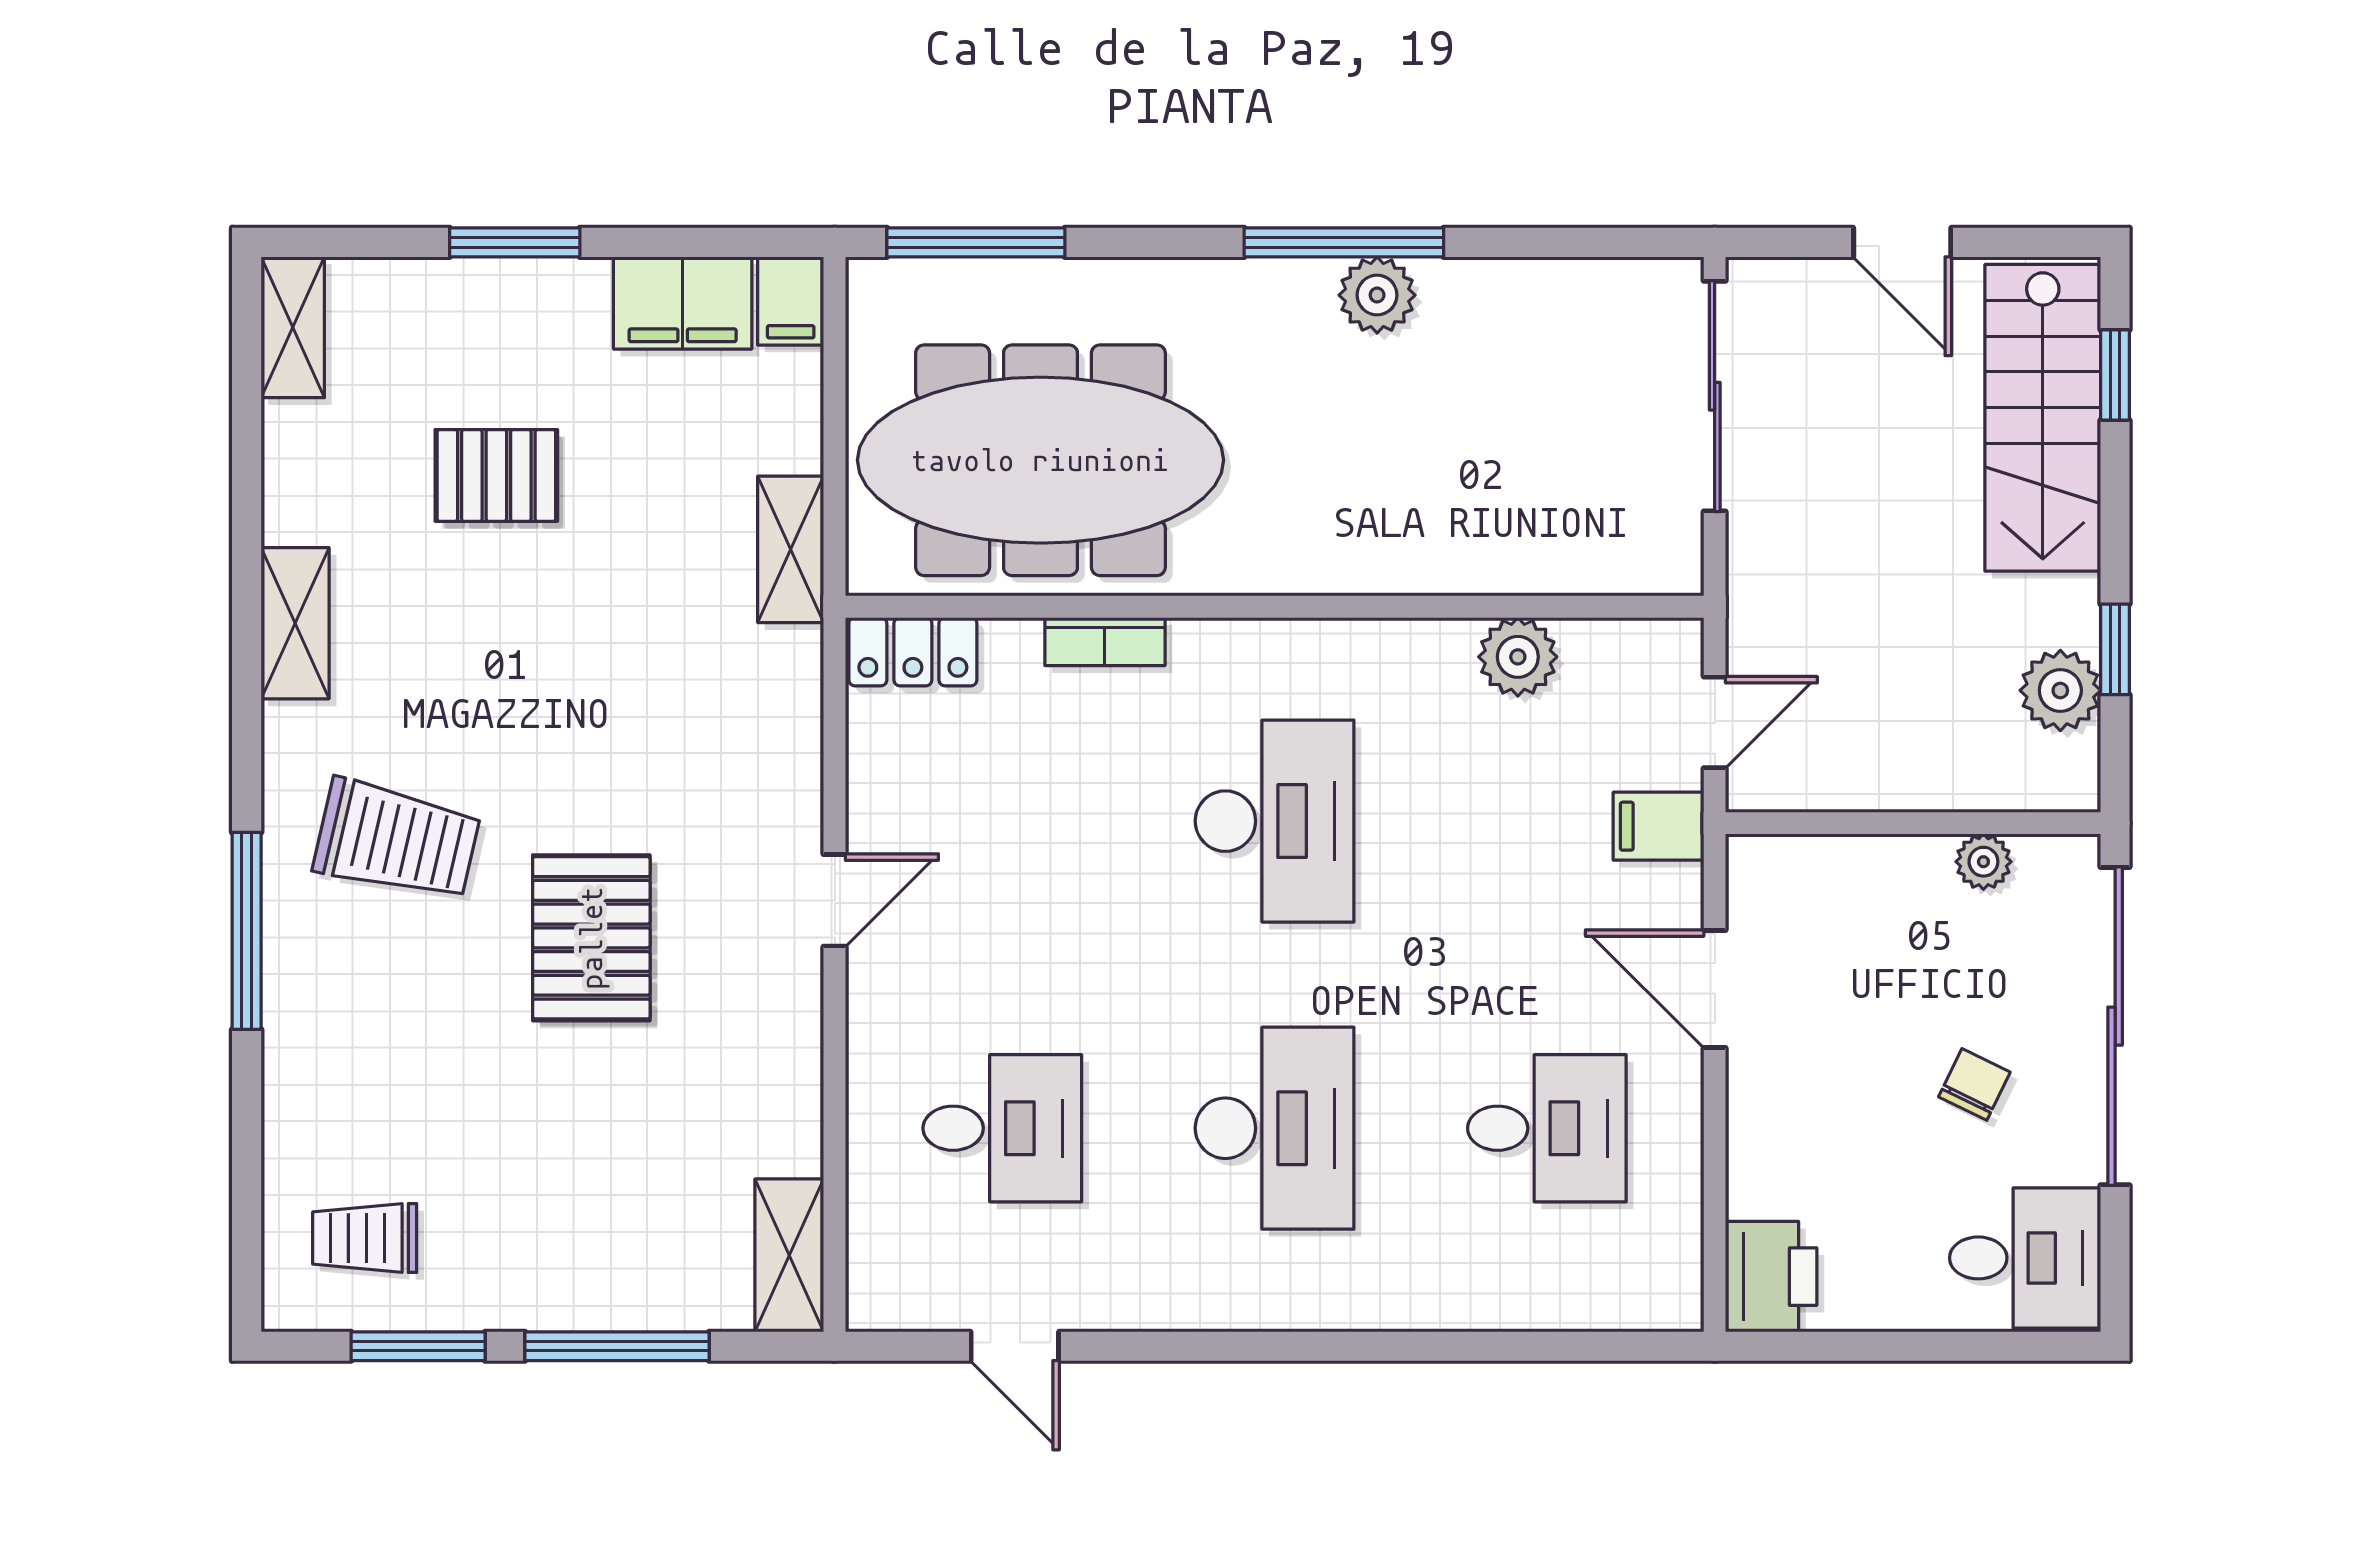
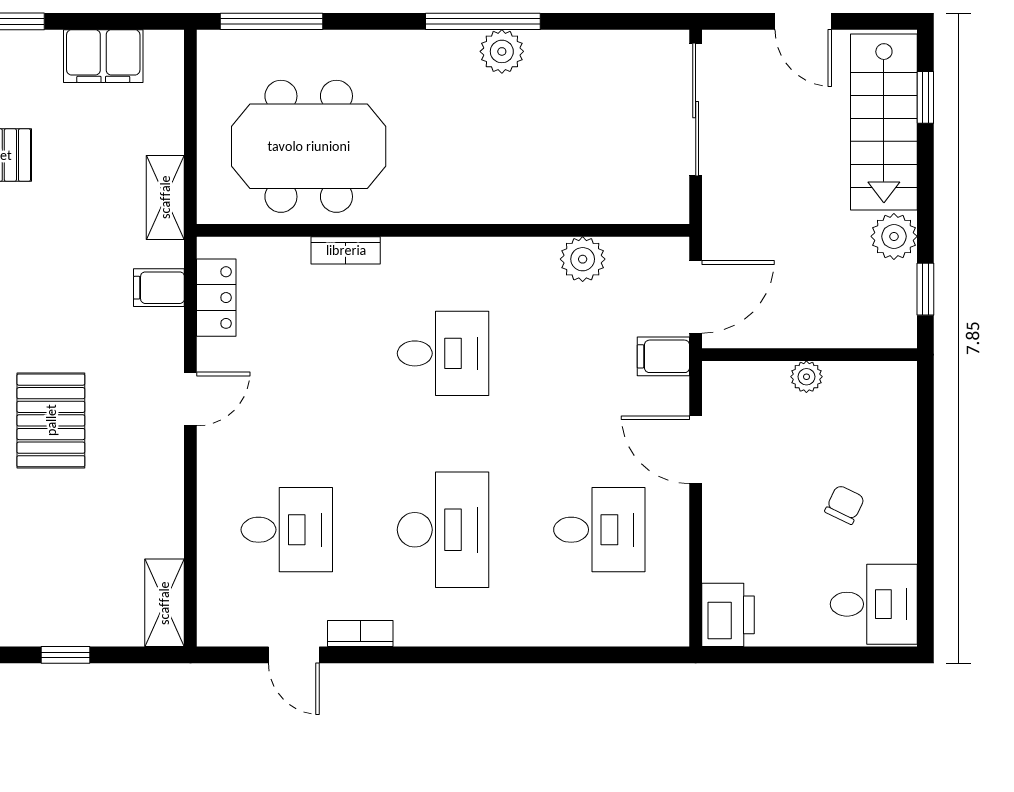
filing cabinet: (791, 301) -> (159, 288), moved, turned 90
meeting table: (1040, 460) -> (309, 146), width x0.73
window: (2115, 649) -> (925, 289), moved
locker: (913, 652) -> (216, 298), moved, turned -90
plant: (2060, 690) -> (894, 236), moved
door: (1715, 722) -> (696, 297), width x1.37
desk: (1275, 821) -> (443, 353), width x0.73
plant: (1983, 862) -> (806, 377), moved
sliding door: (2115, 1026) -> (925, 471), removed
bookcase: (1130, 1309) -> (360, 634), added
window: (617, 1346) -> (66, 655), width x0.46

